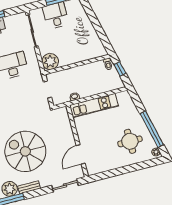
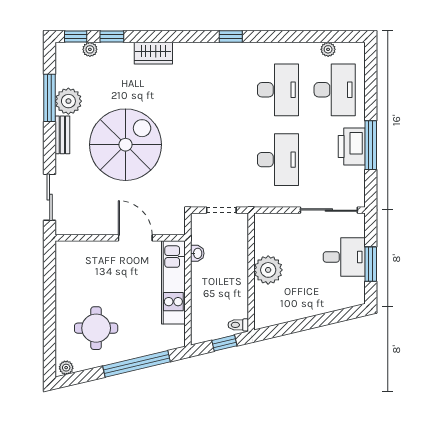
plant: (50, 61) -> (268, 270), moved
window: (152, 129) -> (137, 364), moved
door: (81, 154) -> (135, 238), moved

